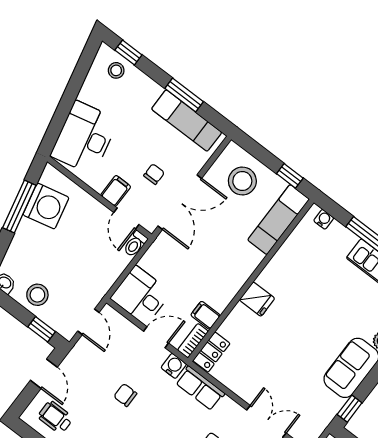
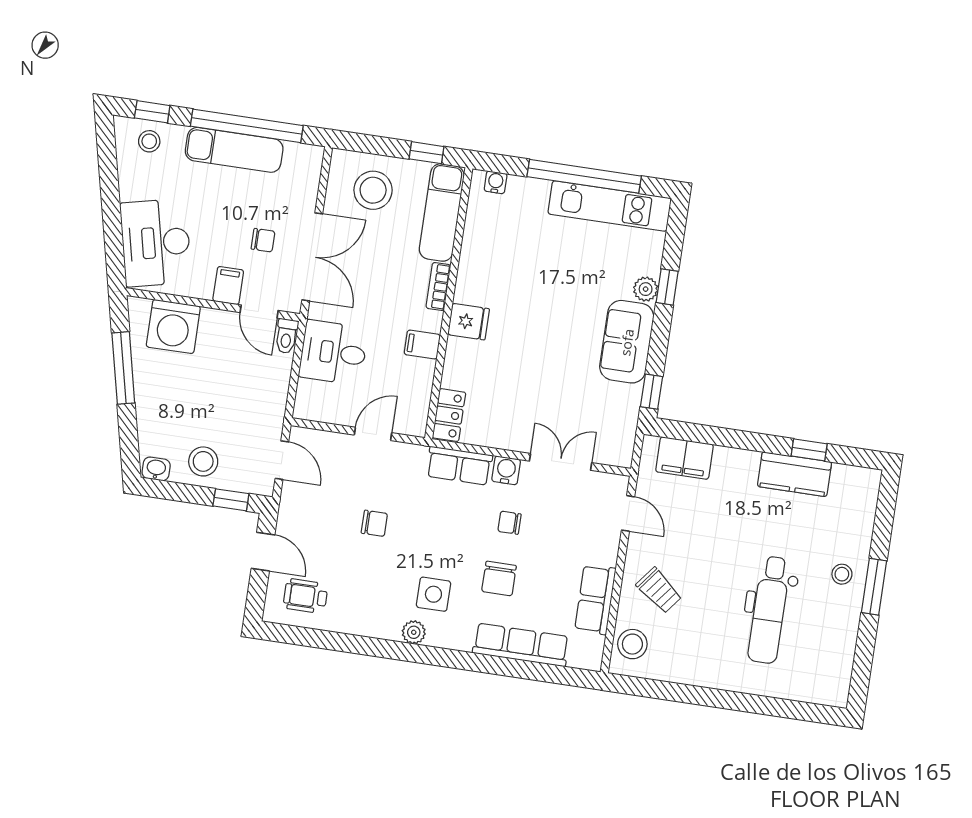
window: (184, 95) -> (247, 126), width x2.11
exam couch: (187, 121) -> (234, 150), moved
chair: (154, 174) -> (263, 240), turned 90
washing machine: (46, 206) -> (173, 327), moved, turned 103
desk: (141, 295) -> (333, 352), moved
filing cabinet: (206, 315) -> (422, 345), moved
bookcase: (193, 341) -> (438, 286), moved
water cooler: (174, 366) -> (506, 470), moved
chair: (125, 395) -> (374, 523), turned 180

